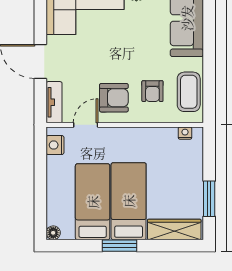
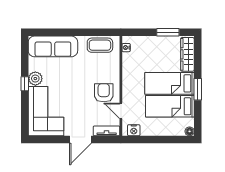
armchair: (152, 91) -> (99, 68), removed

